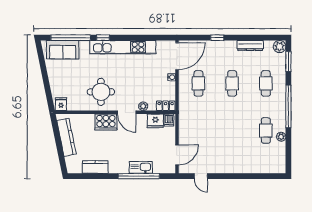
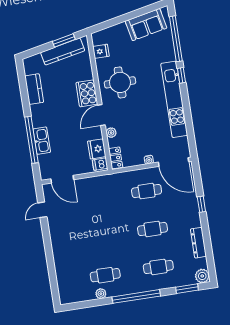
sofa: (63, 50) -> (146, 25), moved, turned -102
fridge: (61, 104) -> (101, 51), moved
window: (57, 135) -> (64, 40), added

